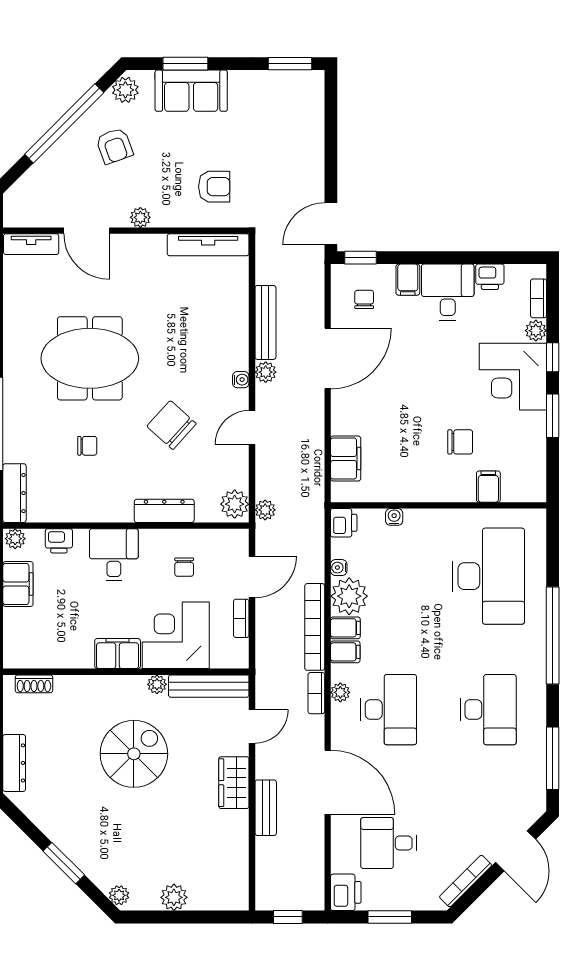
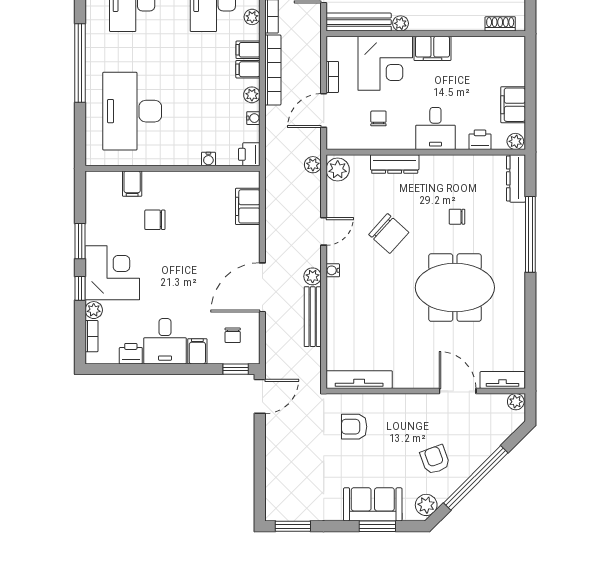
plant: (140, 217) -> (516, 402), moved
plant: (349, 596) -> (252, 95), width x0.53, depth x0.53

